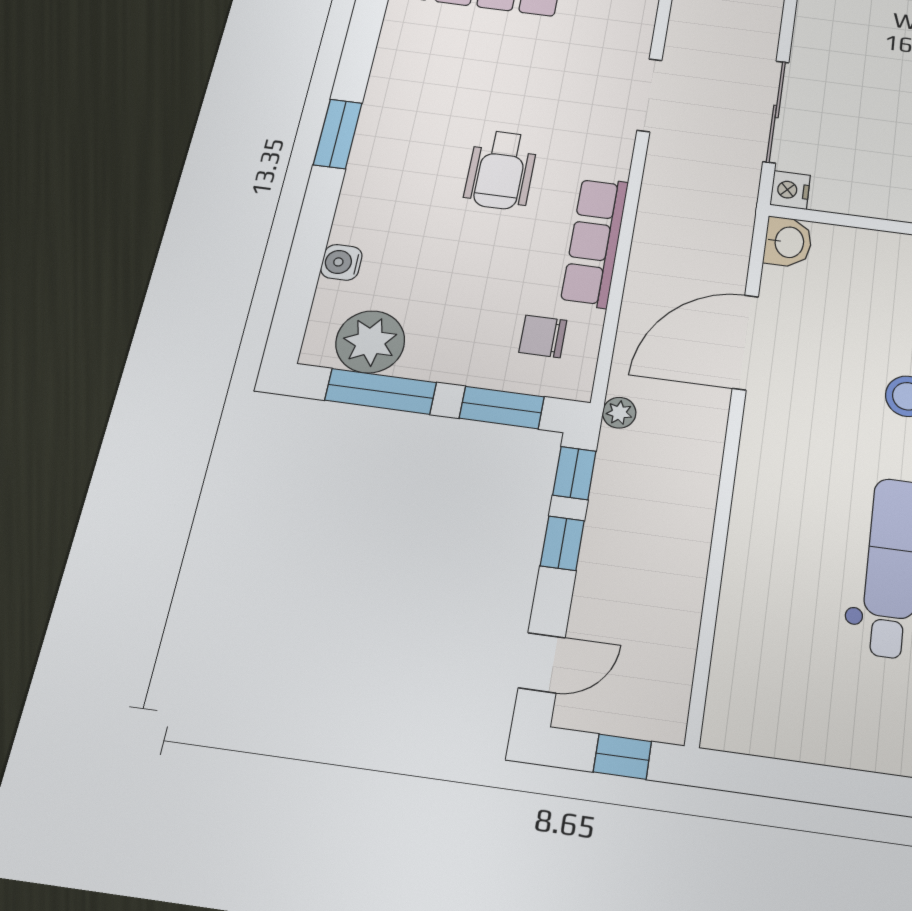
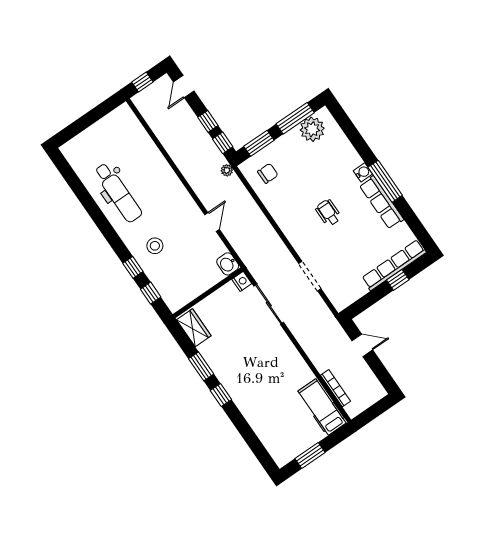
window: (338, 134) -> (385, 181), width x1.44
wheelchair: (501, 170) -> (328, 213), width x0.73, depth x0.73
row of seats: (595, 242) -> (382, 202), moved, turned 180
water cooler: (341, 262) -> (363, 172), moved
door: (745, 342) -> (212, 222), width x0.53

